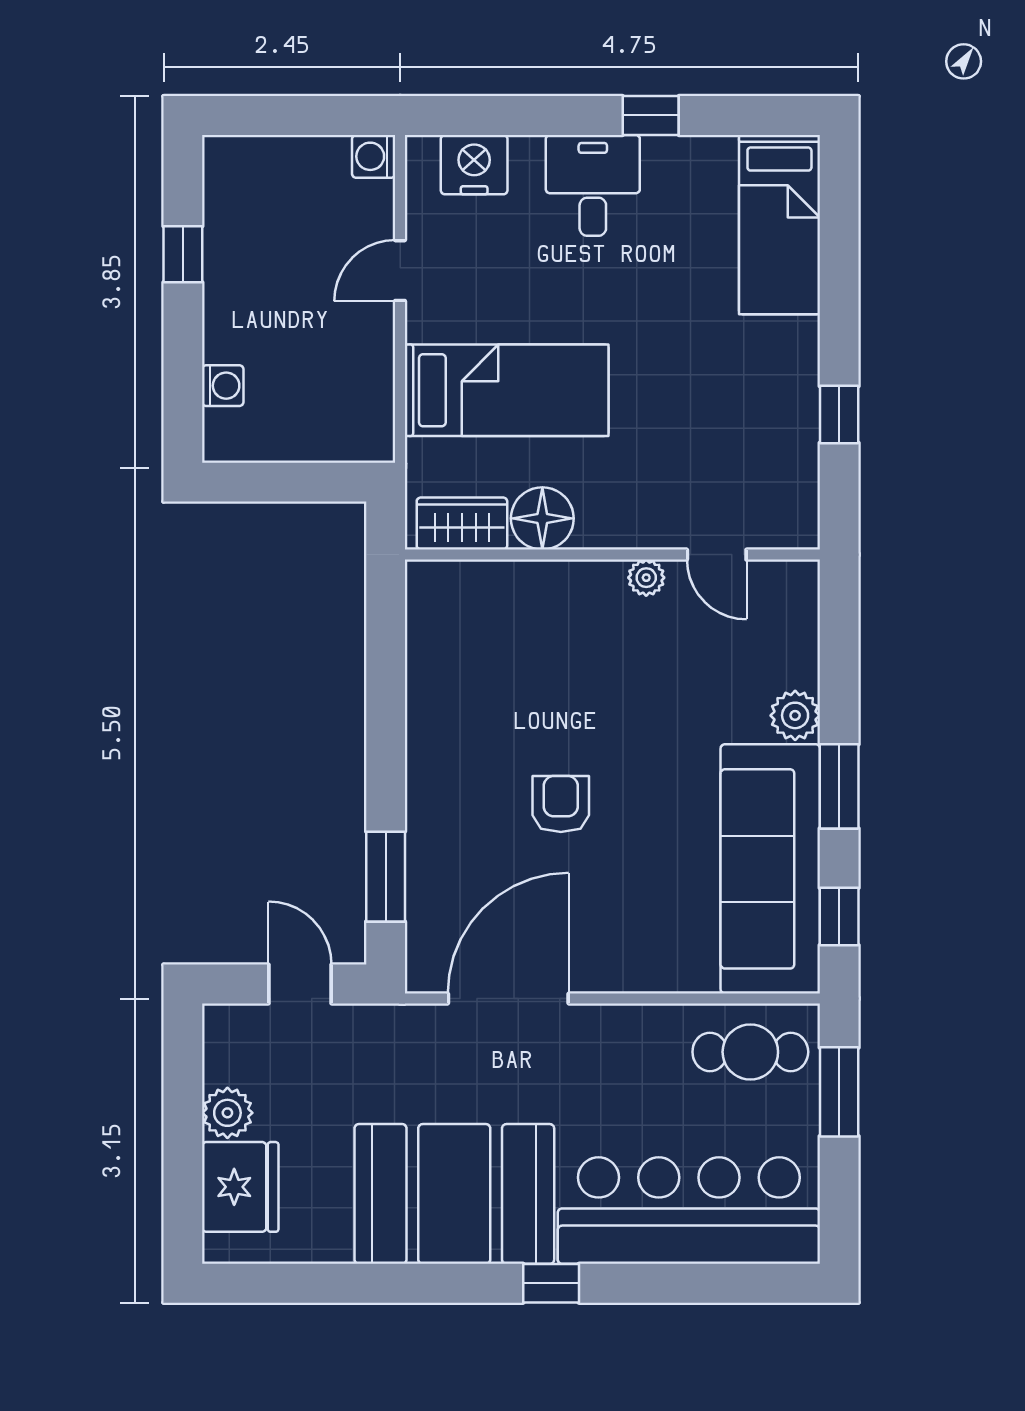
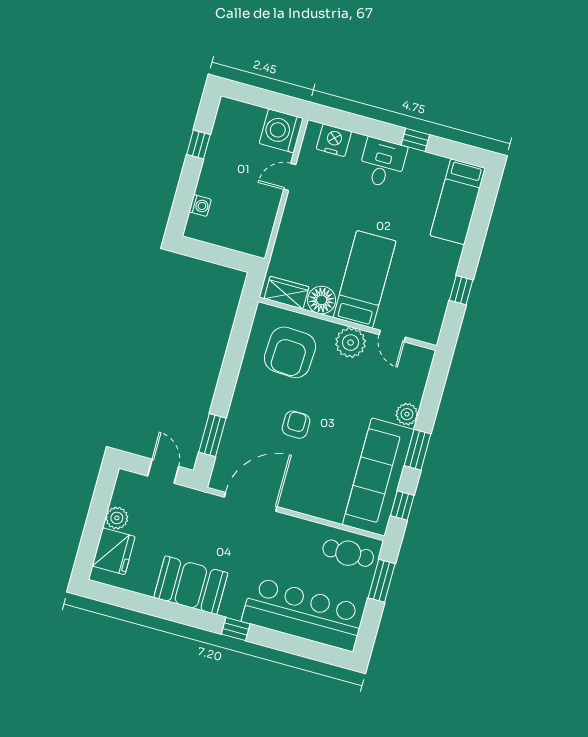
washing machine: (374, 156) -> (281, 131), width x1.89, depth x1.89
bed: (507, 390) -> (365, 279), moved, turned -90
plant: (646, 578) -> (351, 343), width x1.88, depth x1.88
armchair: (505, 651) -> (290, 352), added
booth: (454, 1194) -> (191, 585), width x0.73, depth x0.70

